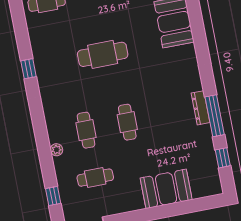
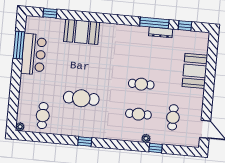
cafe table: (103, 54) -> (81, 98), moved, turned 90
dresser: (200, 108) -> (161, 32), moved
window: (53, 196) -> (156, 148), moved

